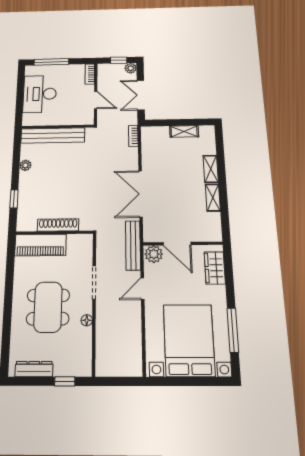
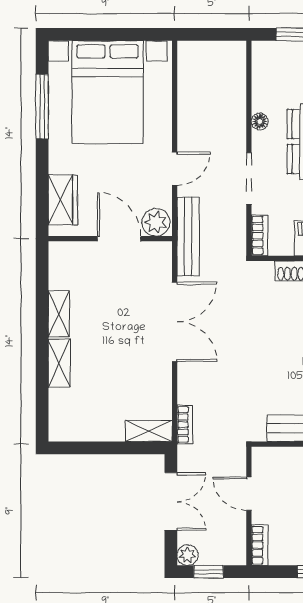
shelving: (184, 131) -> (149, 431), moved
bookcase: (88, 246) -> (260, 235), added

